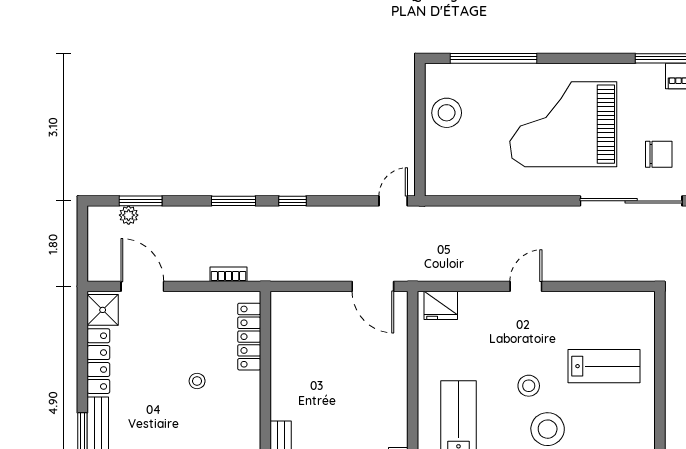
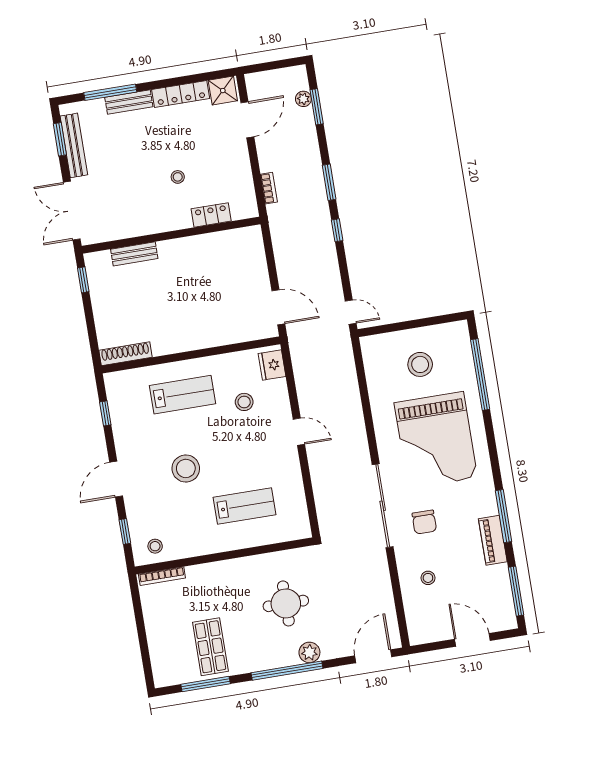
stool: (447, 113) -> (420, 364), moved
grand piano: (563, 124) -> (436, 440), turned 180
door: (373, 286) -> (278, 307), swing flipped
locker: (249, 337) -> (211, 215), width x0.66
lab bench: (604, 366) -> (245, 506), turned -90
stool: (529, 386) -> (244, 402), moved

